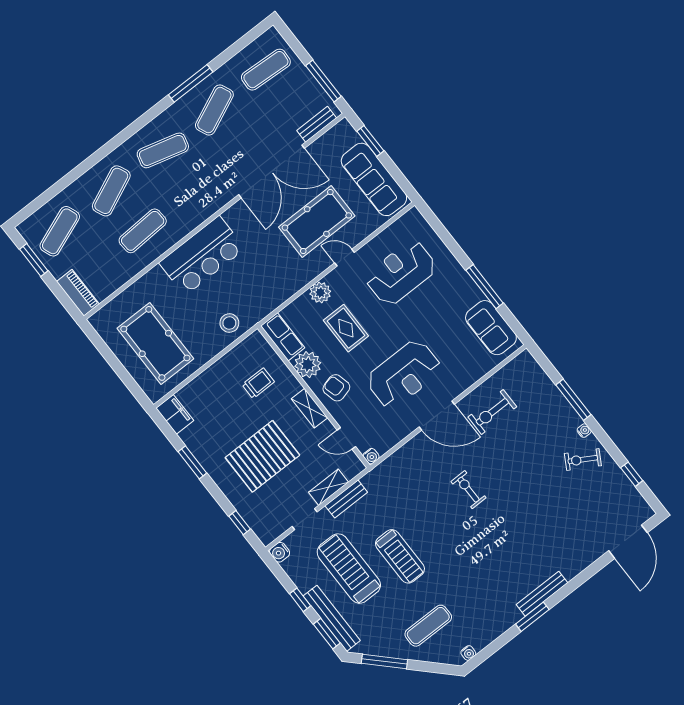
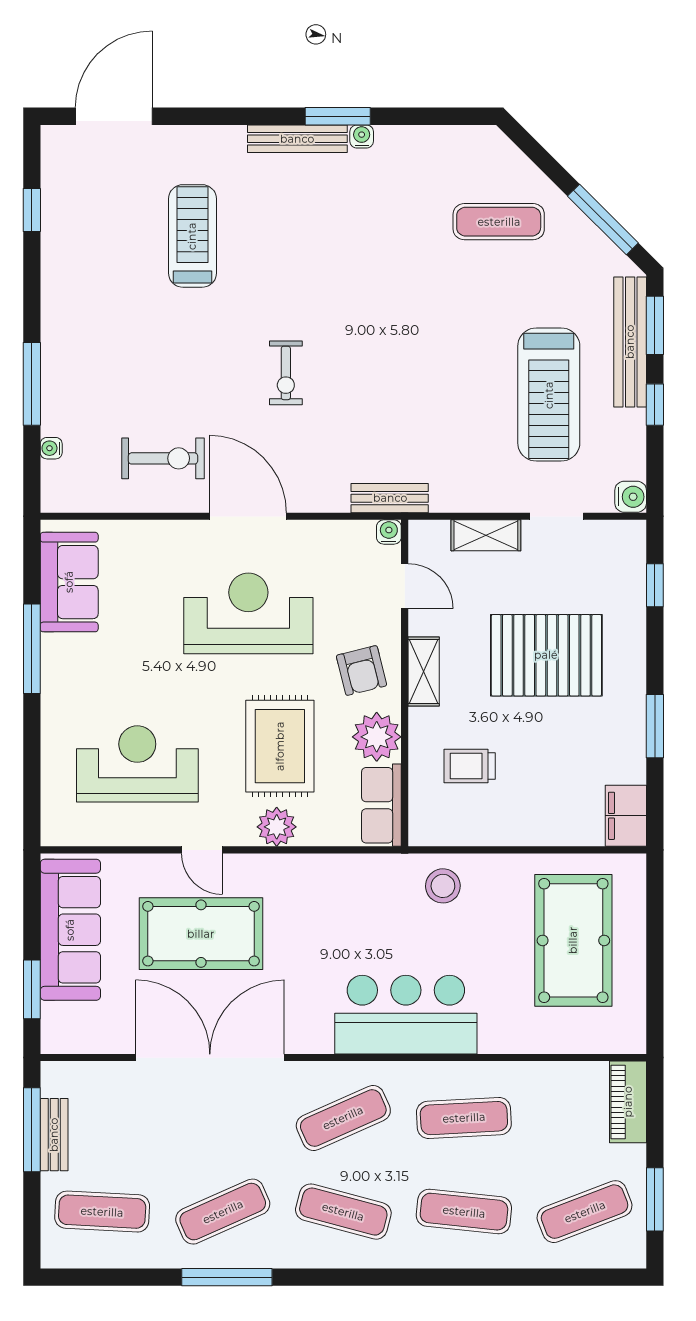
bench: (317, 124) -> (54, 1135), moved, turned 90
exercise mat: (194, 190) -> (343, 1118), added
exercise mat: (111, 191) -> (464, 1212), turned 30
reception desk: (401, 273) -> (137, 764), turned 180
rug: (346, 328) -> (280, 746), width x1.36, depth x1.43
water cooler: (584, 431) -> (51, 448), moved
exercise bike: (583, 460) -> (86, 287), removed
bench: (346, 499) -> (390, 498), moved
treadmill: (400, 556) -> (192, 236), moved
water cooler: (468, 653) -> (362, 136), moved

